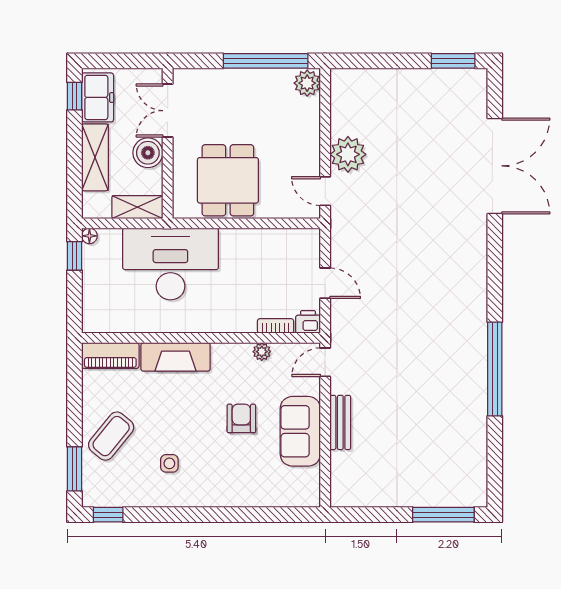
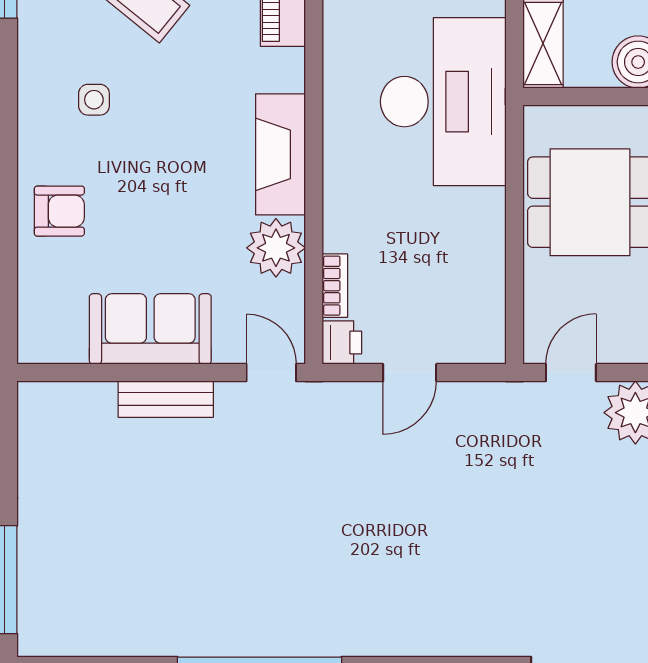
plant: (262, 352) -> (276, 248), width x1.87, depth x1.87
fireplace: (175, 357) -> (281, 154), moved
armchair: (241, 418) -> (59, 211), moved

